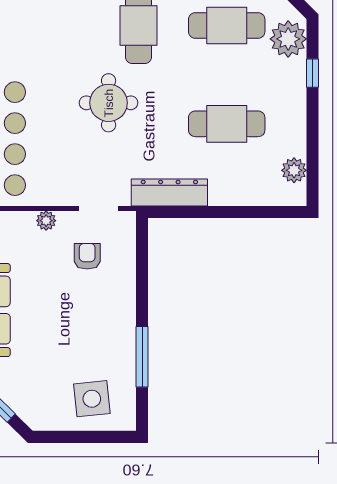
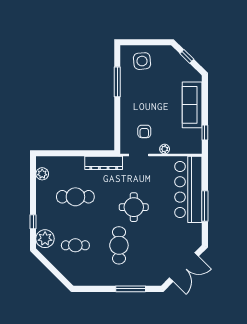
cafe table: (227, 26) -> (75, 245), width x0.73, depth x0.74

